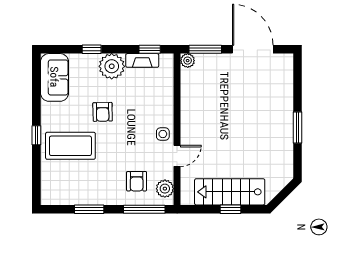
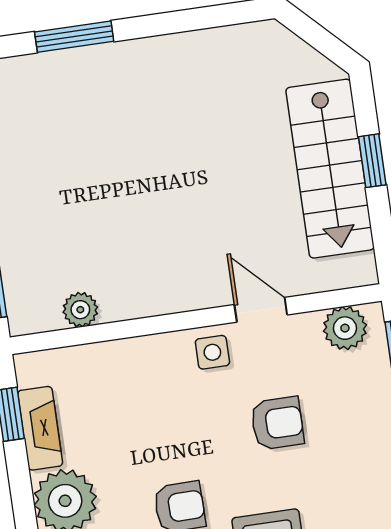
plant: (188, 61) -> (80, 310), moved
window: (298, 127) -> (74, 37), moved
armchair: (137, 181) -> (277, 423), moved

